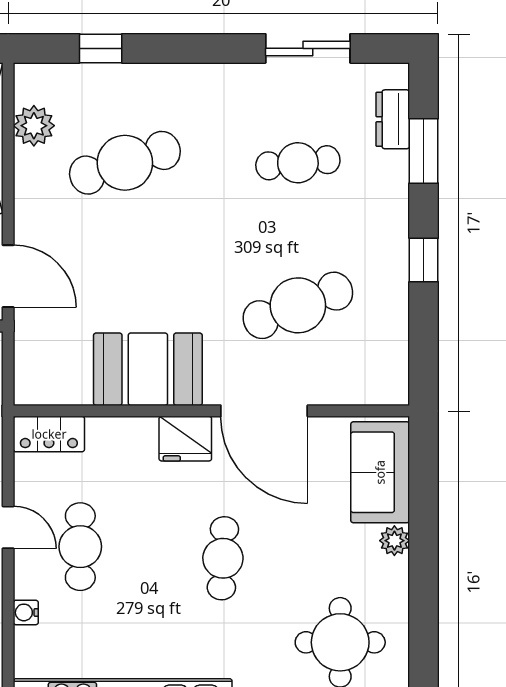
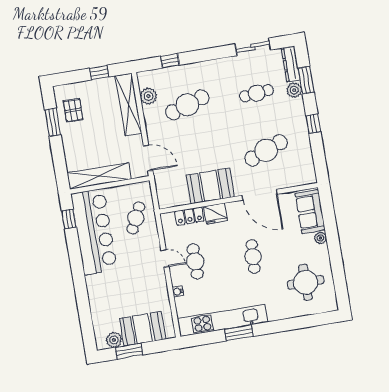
dresser: (393, 119) -> (291, 64), width x1.44
plant: (391, 170) -> (294, 90), added
locker: (49, 434) -> (189, 216), moved
fridge: (185, 439) -> (215, 214), moved

